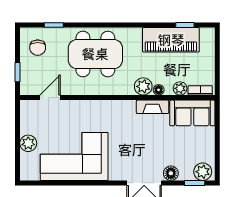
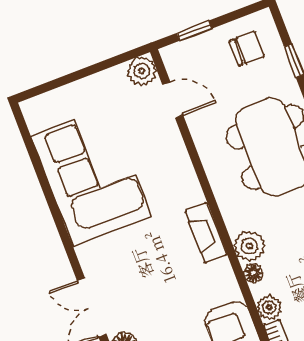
chair: (38, 48) -> (247, 48), turned 180
fireplace: (153, 107) -> (206, 233), moved
plant: (28, 143) -> (142, 71), moved

